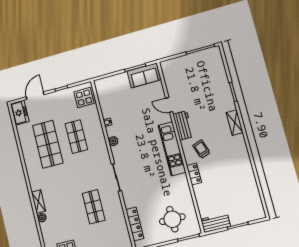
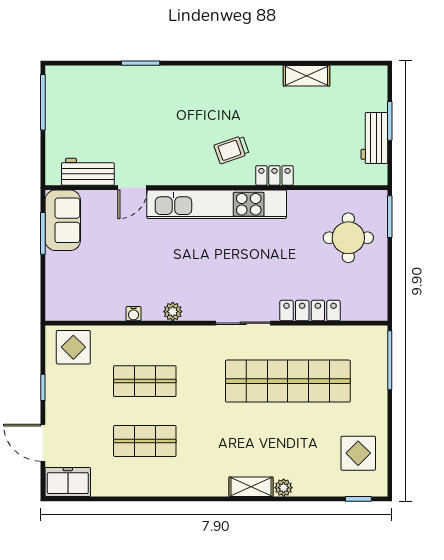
shelving: (235, 123) -> (306, 76), moved
workbench: (183, 125) -> (88, 172), moved
shop shelf: (48, 144) -> (145, 441), width x0.70, depth x0.74
kitchen unit: (172, 149) -> (217, 204), width x1.36
shop shelf: (94, 207) -> (288, 381), width x2.00, depth x1.36
workbench: (216, 223) -> (374, 138), moved
locker: (135, 224) -> (310, 311), moved

